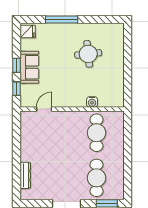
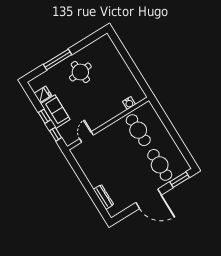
fridge: (28, 32) -> (43, 94), moved
round table: (88, 54) -> (80, 72), moved
water cooler: (92, 102) -> (129, 103), moved

